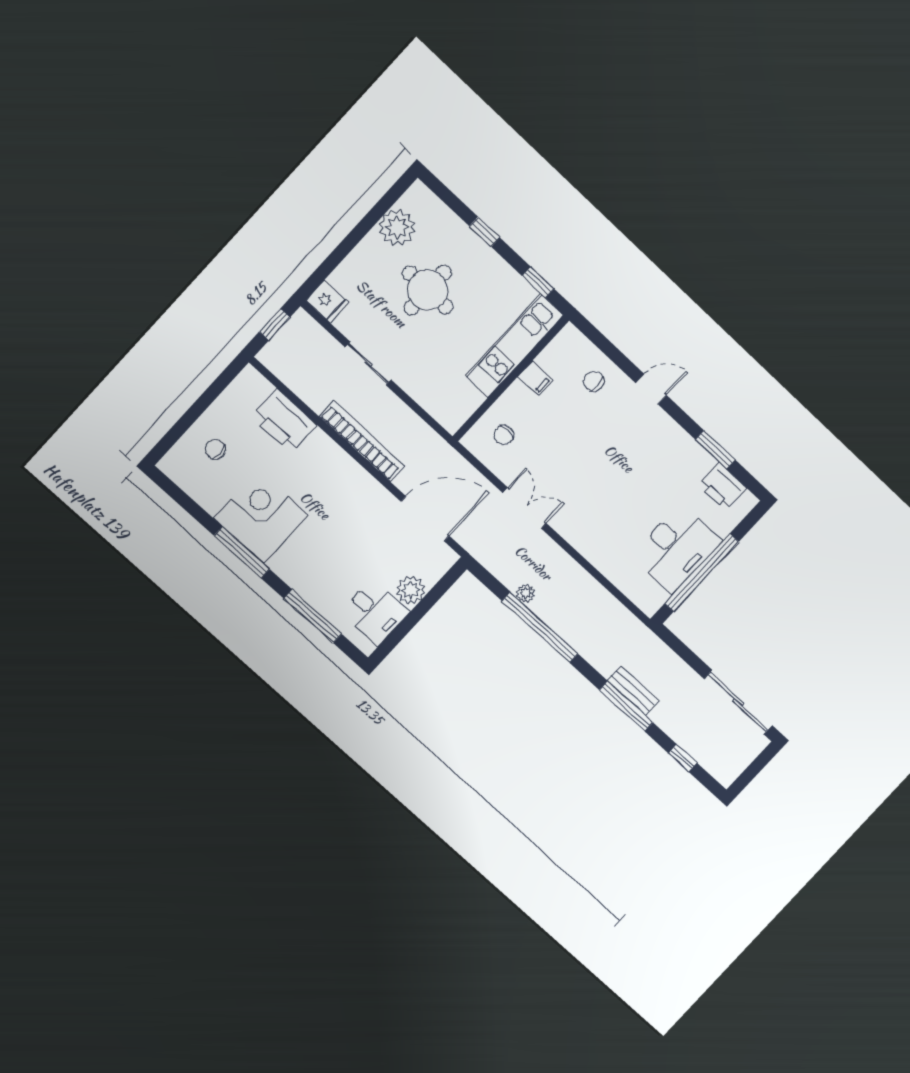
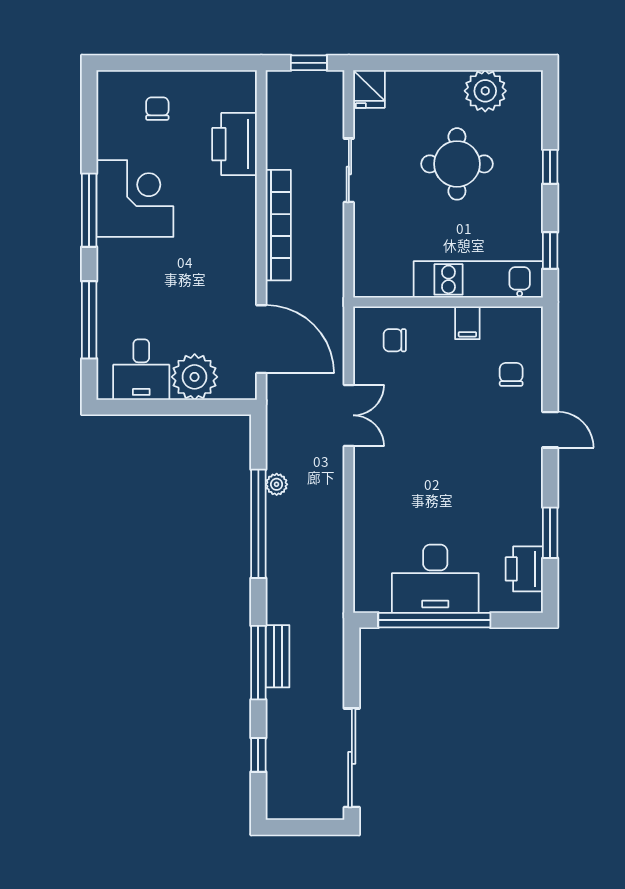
plant: (411, 590) -> (195, 377), width x1.36, depth x1.36

